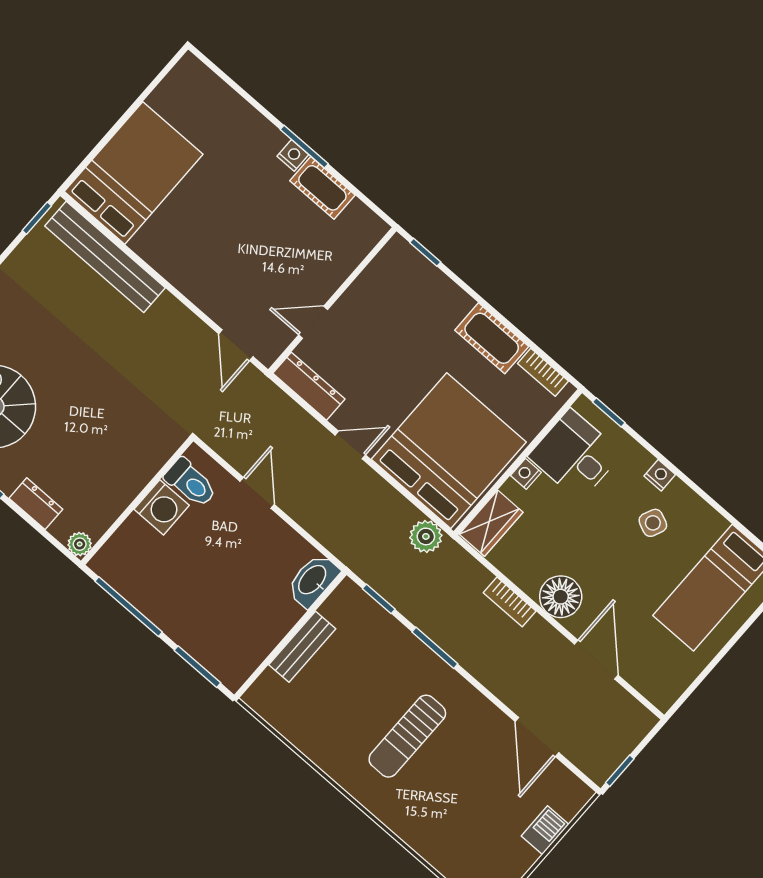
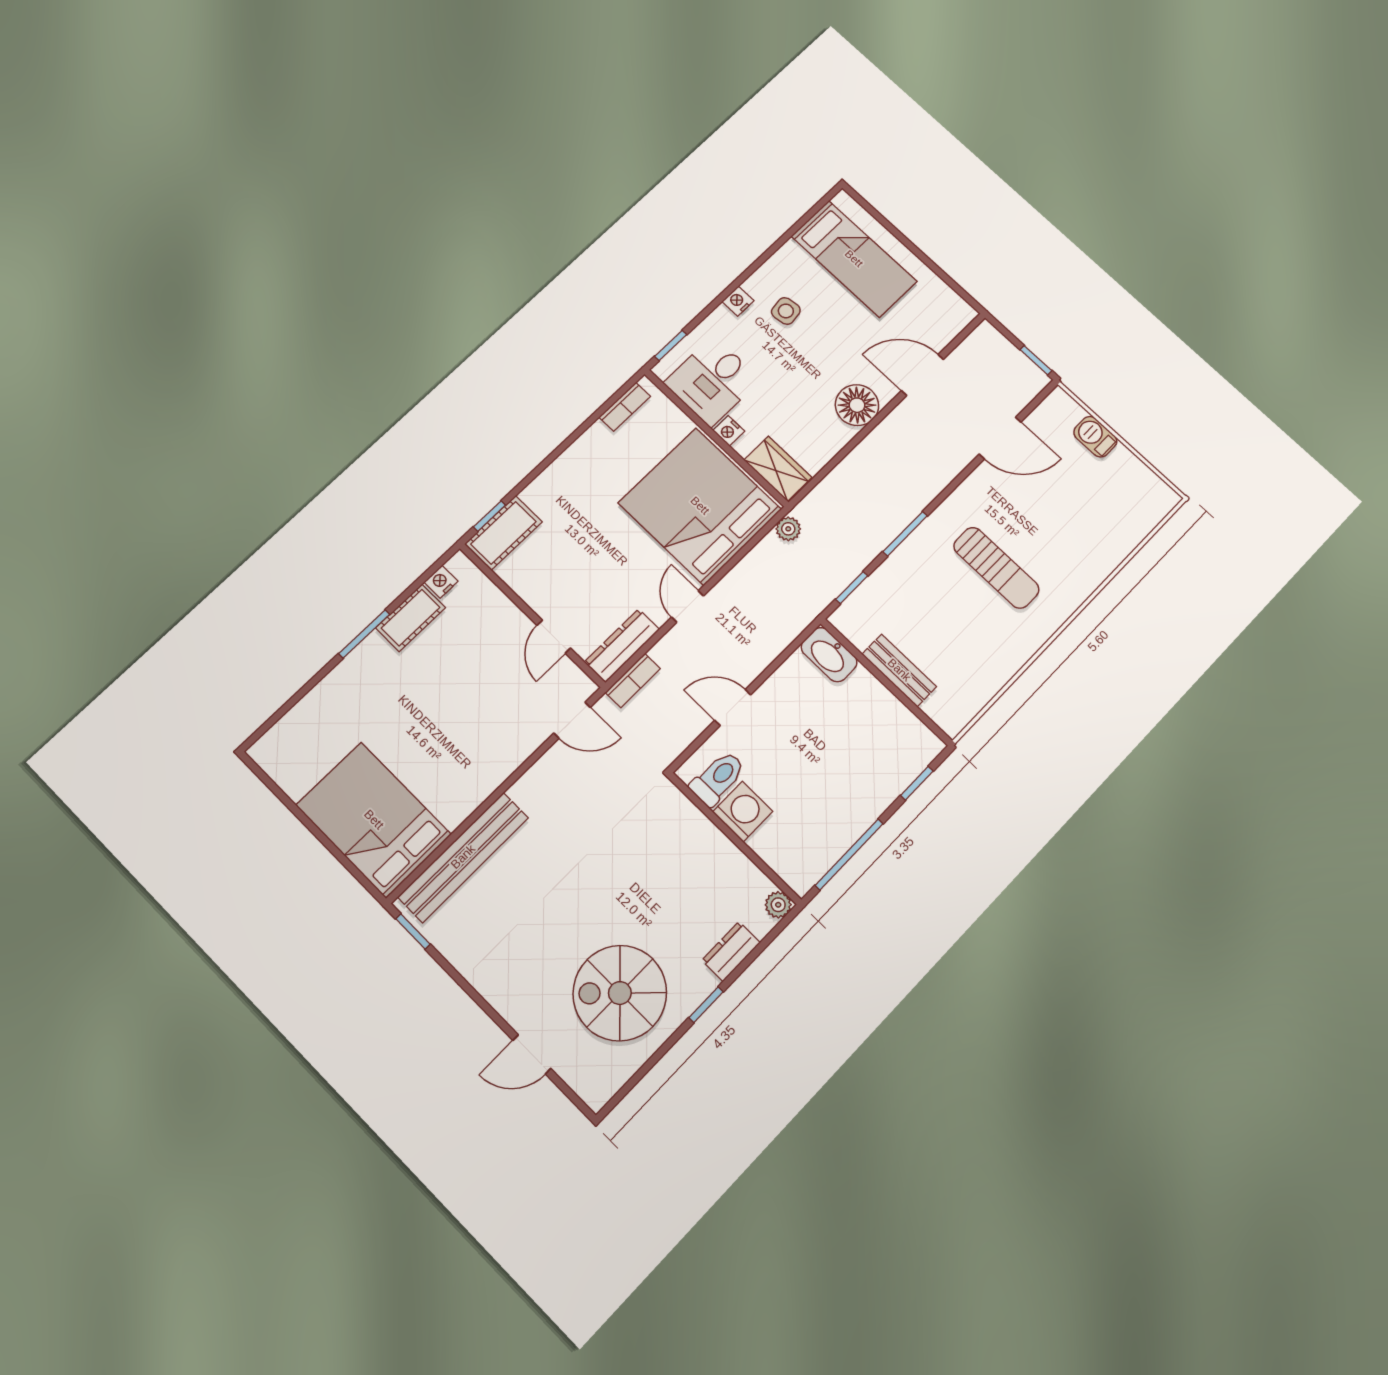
nightstand: (293, 155) -> (441, 582), moved
cot: (492, 338) -> (503, 533), moved
side table: (653, 523) -> (786, 311), turned -32
plant: (426, 536) -> (788, 529), width x0.73, depth x0.73
bookcase: (510, 602) -> (633, 680), moved
window: (198, 667) -> (917, 783), width x0.67

